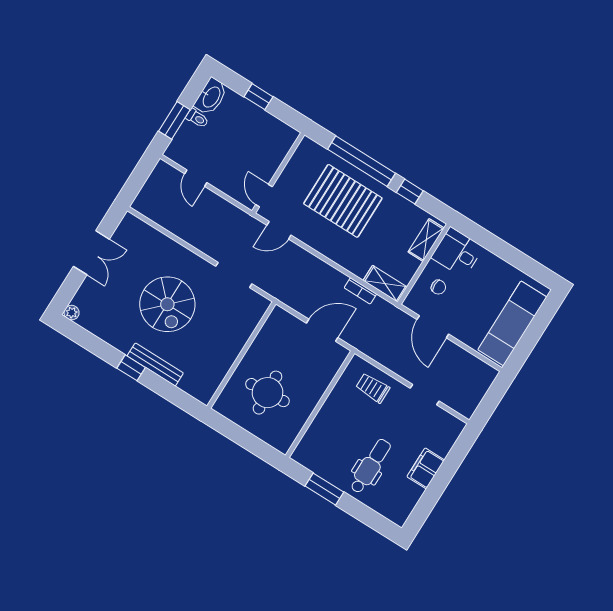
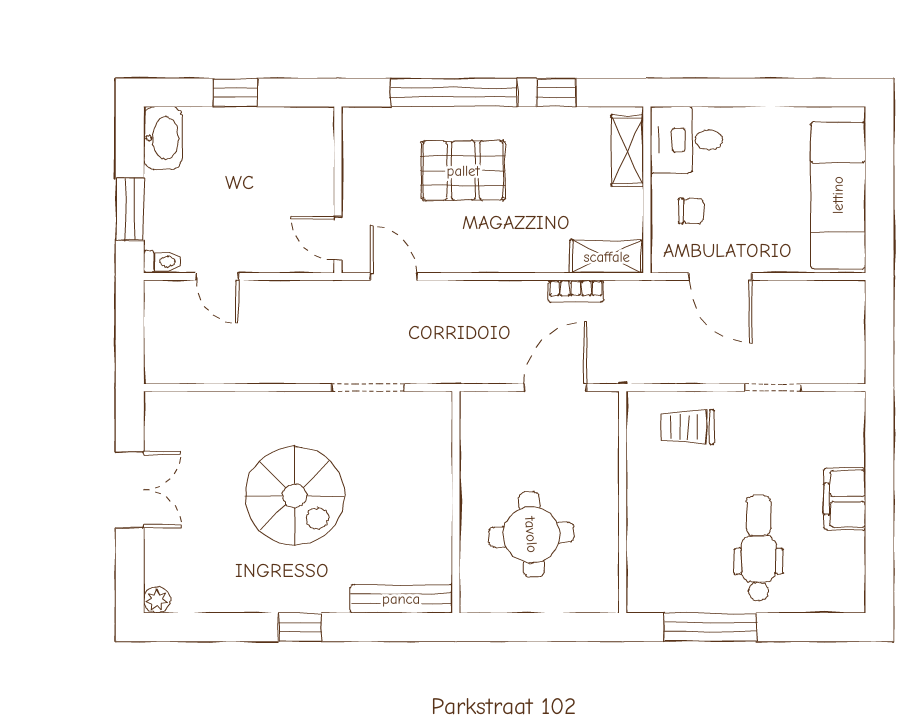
toilet: (197, 118) -> (162, 261), moved
pallet: (343, 201) -> (463, 171), width x0.73, depth x0.71
door: (279, 230) -> (394, 277), swing flipped
bench: (155, 364) -> (401, 599), moved
window: (324, 489) -> (710, 627), width x1.44

